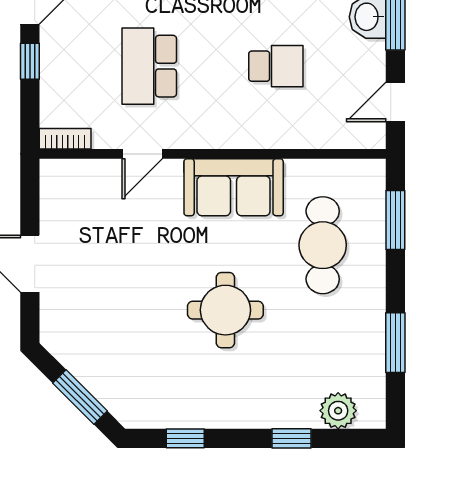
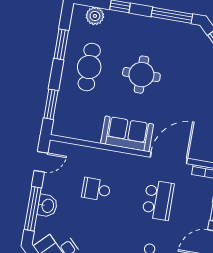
door: (142, 154) -> (169, 158), width x1.87
cafe table: (323, 245) -> (89, 67), moved
window: (185, 438) -> (172, 15), width x2.17

